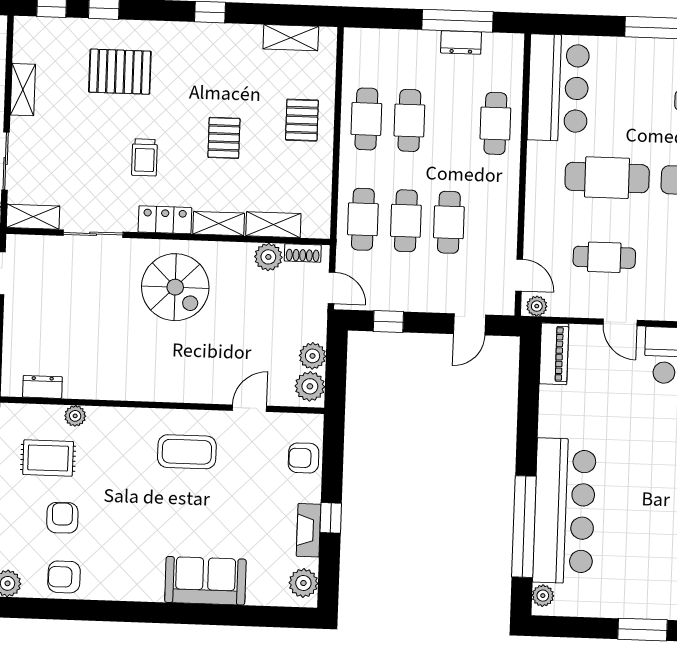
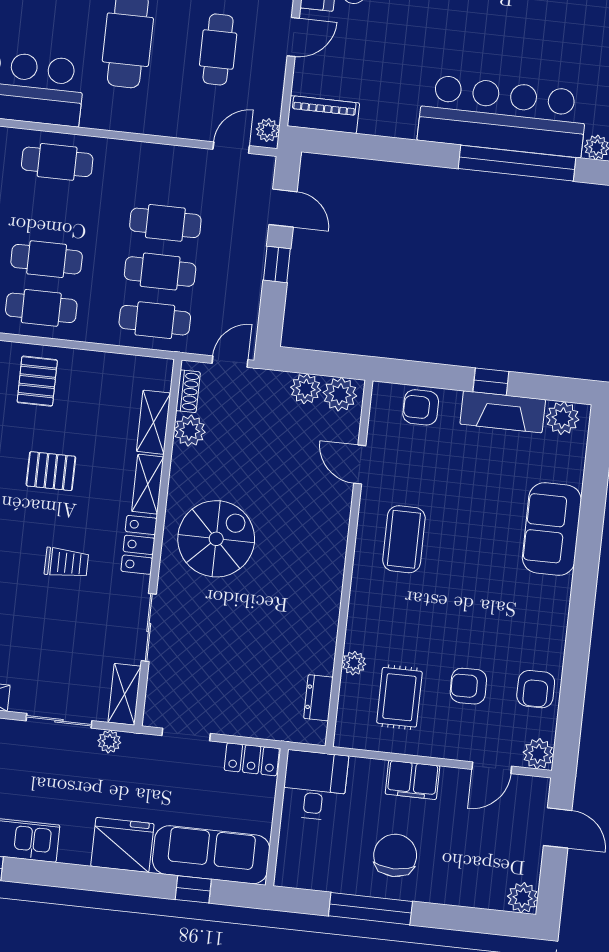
pallet: (302, 120) -> (37, 381), turned 90
window: (388, 322) -> (277, 264), moved
armchair: (304, 458) -> (421, 407), turned 90
fireplace: (309, 530) -> (503, 412), width x1.37, depth x1.32

